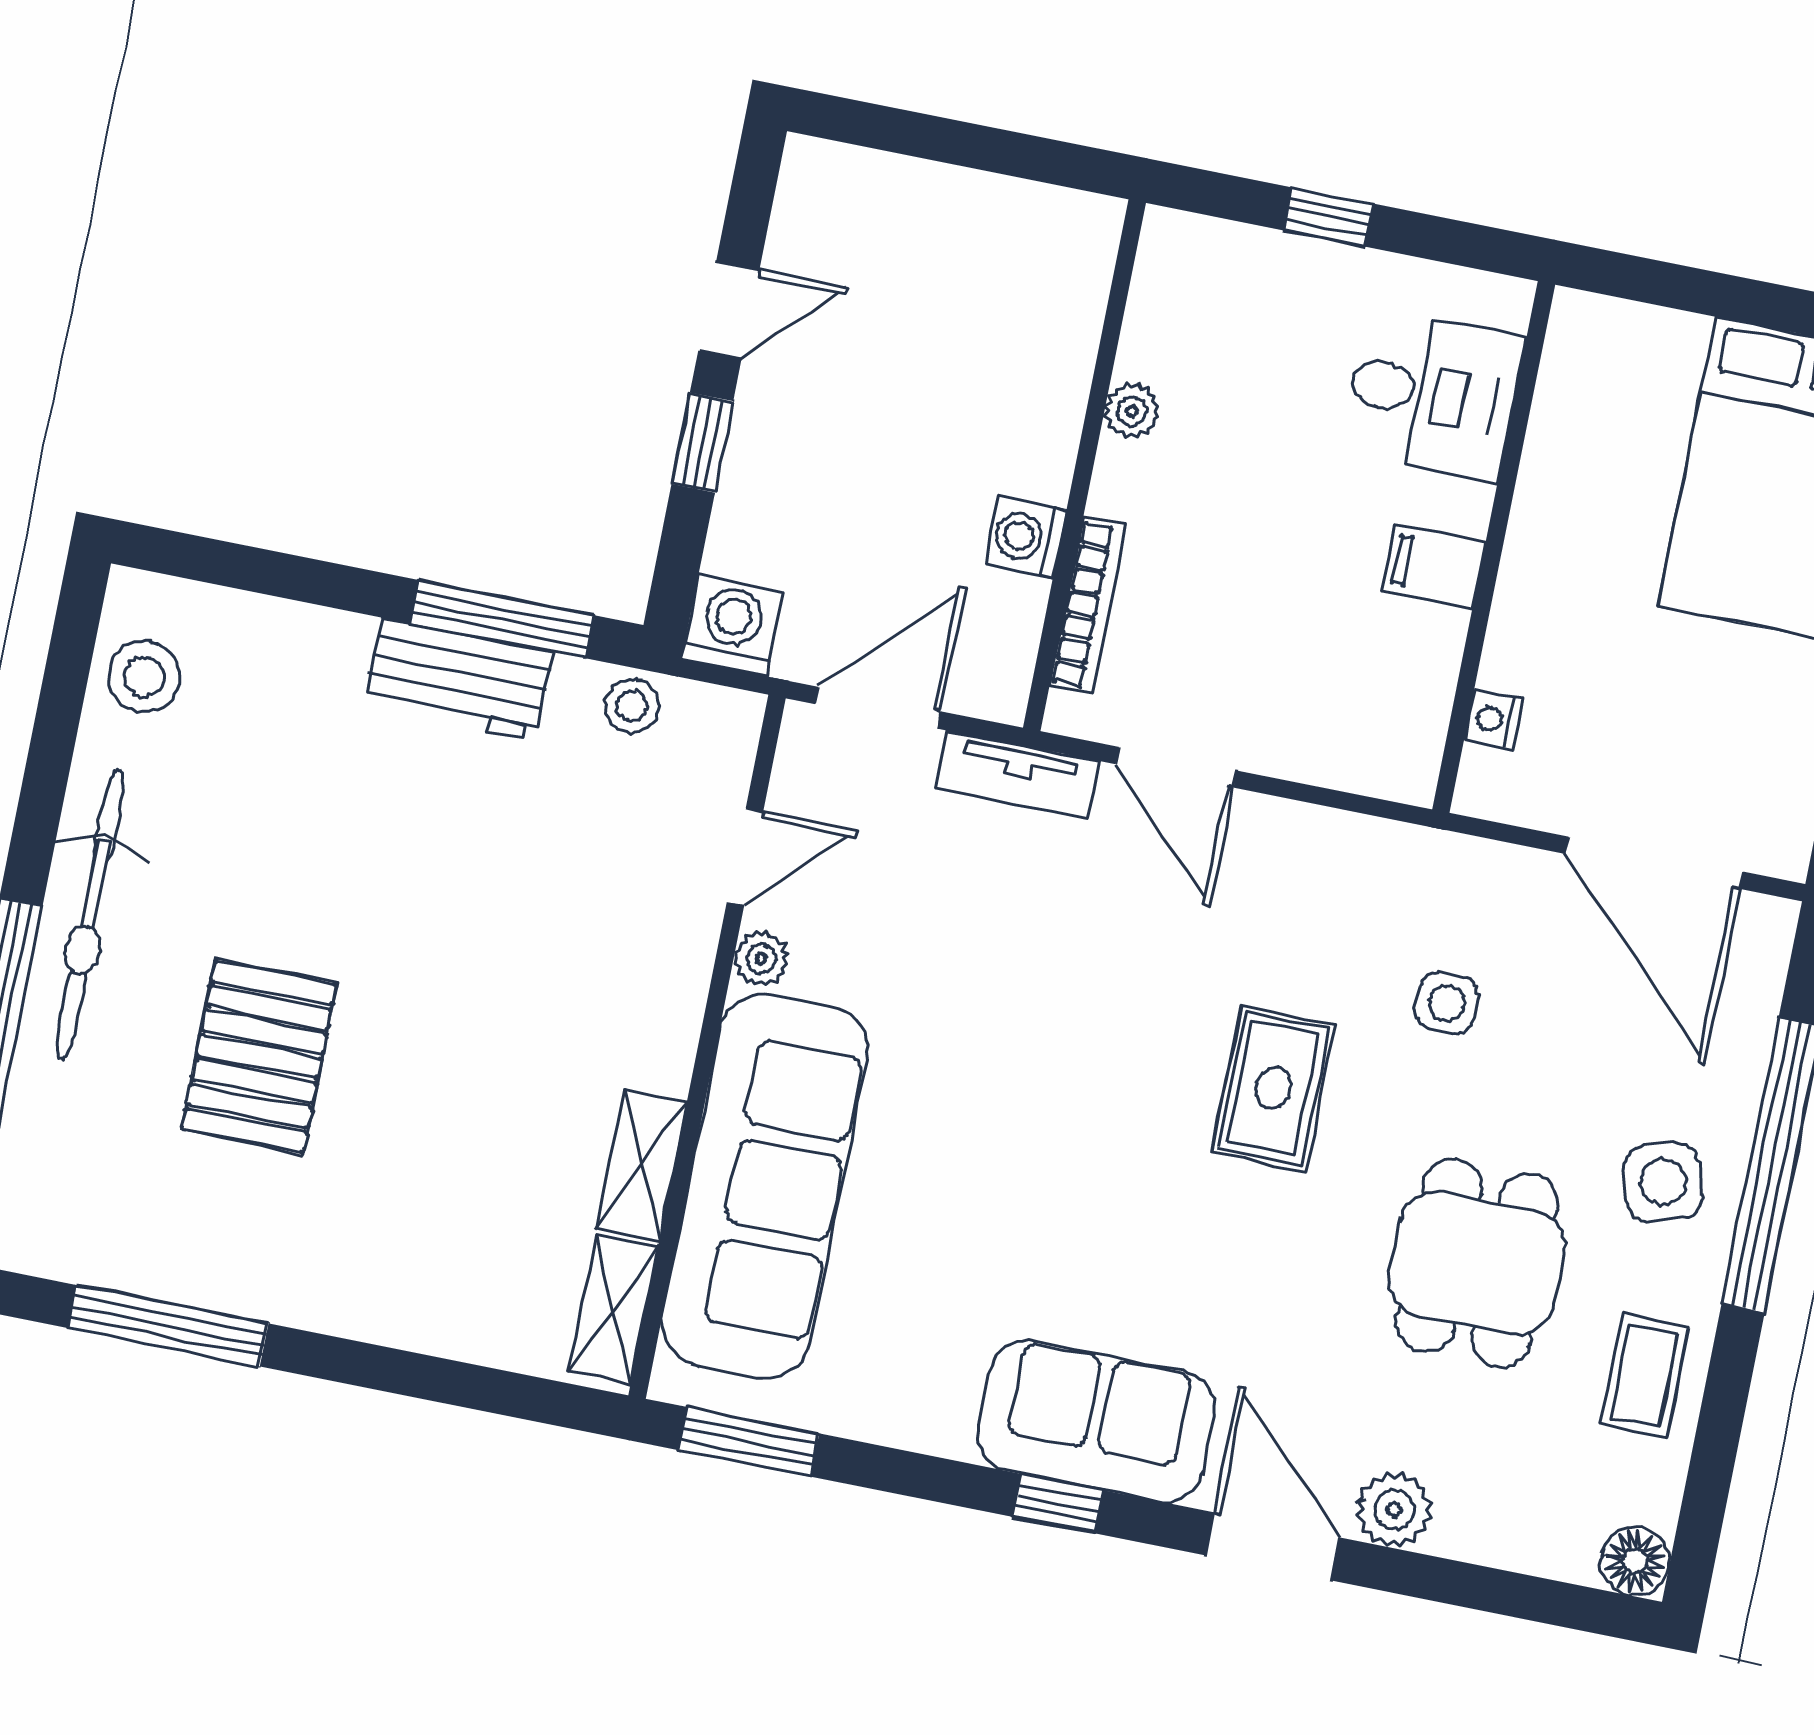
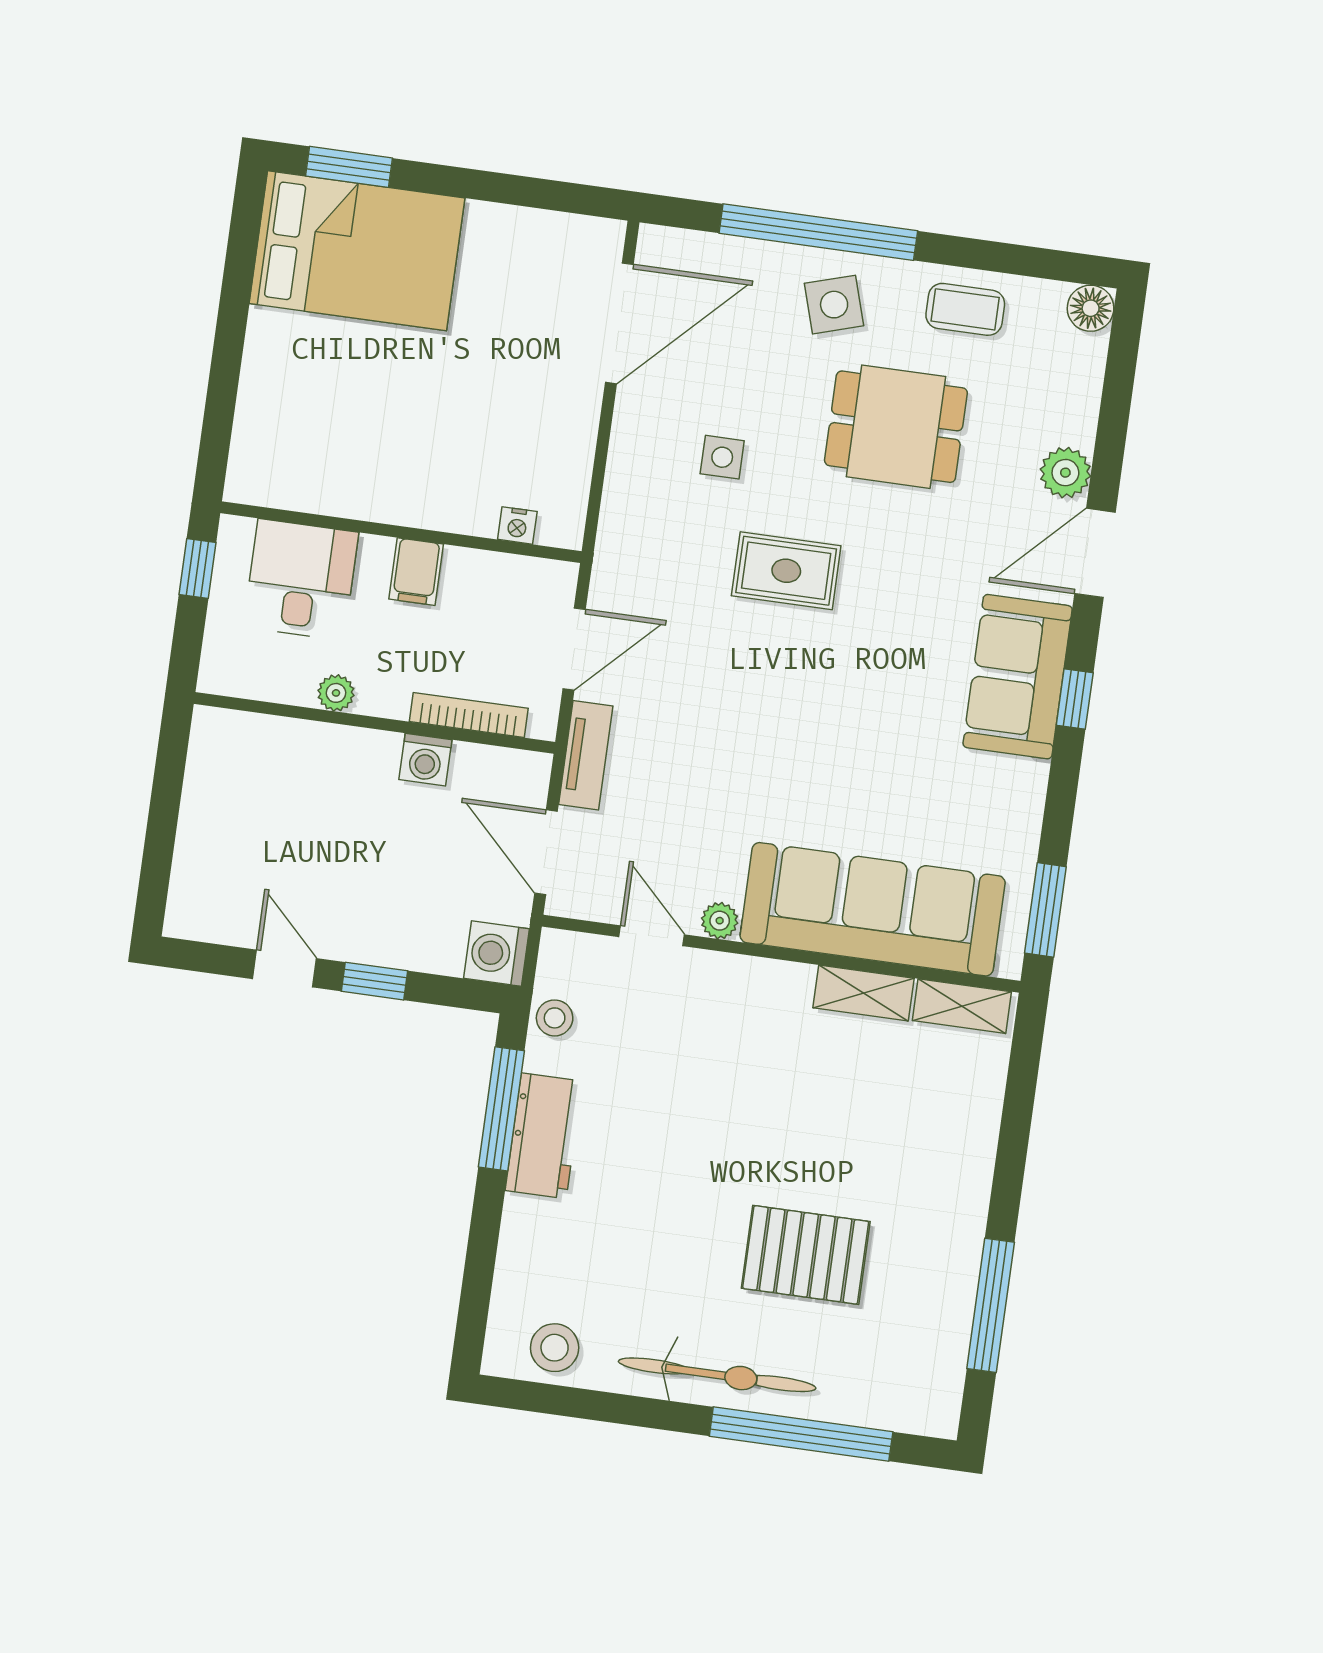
desk: (1432, 395) -> (301, 580), moved
wall: (1494, 547) -> (401, 532), moved
filing cabinet: (1434, 566) -> (416, 572), moved
nightstand: (1493, 720) -> (517, 525), moved

